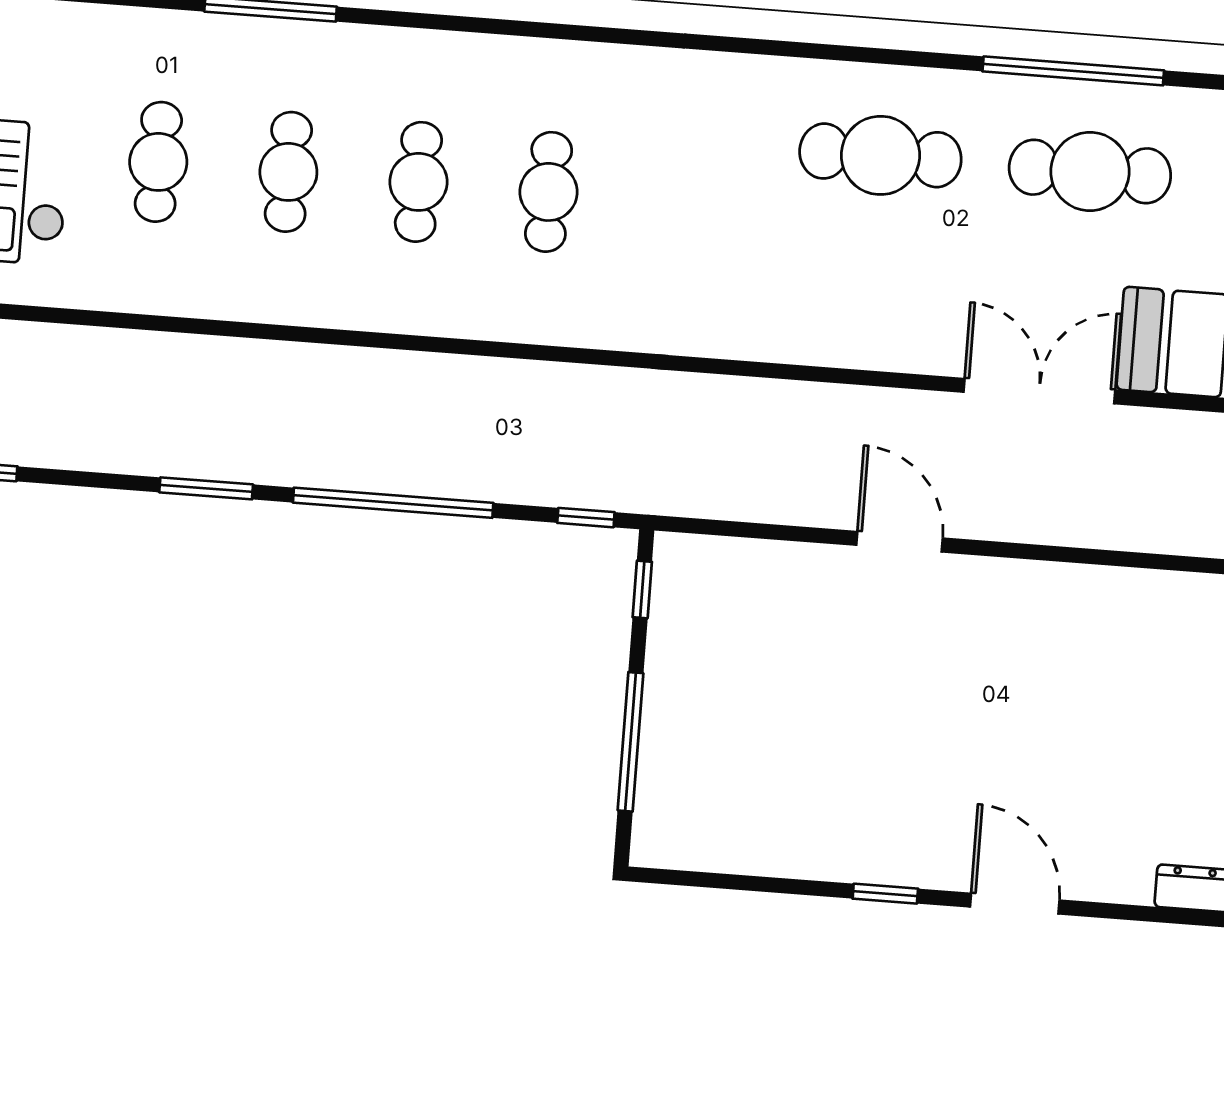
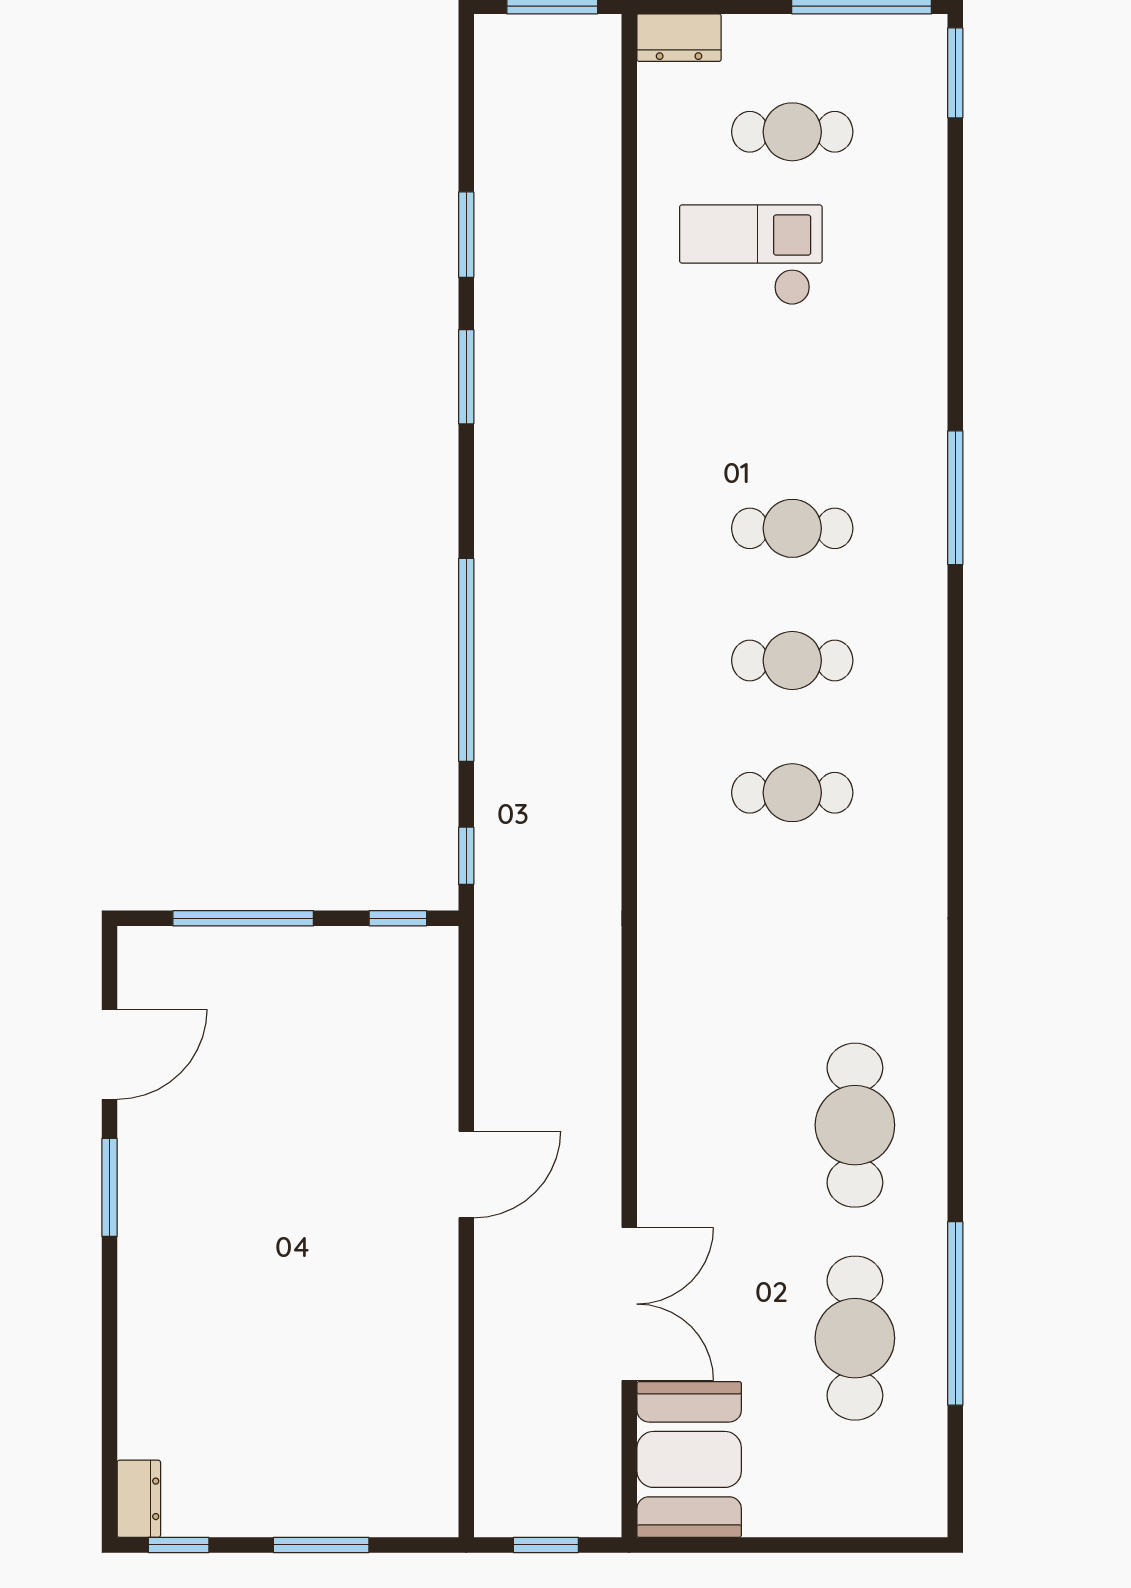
cafe table: (158, 162) -> (792, 396), removed
window: (206, 488) -> (466, 377), moved
window: (885, 894) -> (110, 1187), width x1.50
door: (1015, 904) -> (110, 1054), moved

